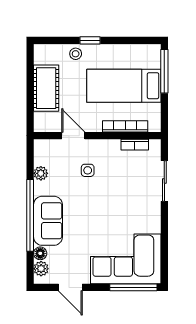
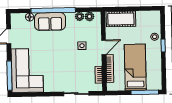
cot: (46, 88) -> (121, 19), moved
door: (73, 136) -> (104, 47), moved
plant: (41, 269) -> (89, 16), moved

